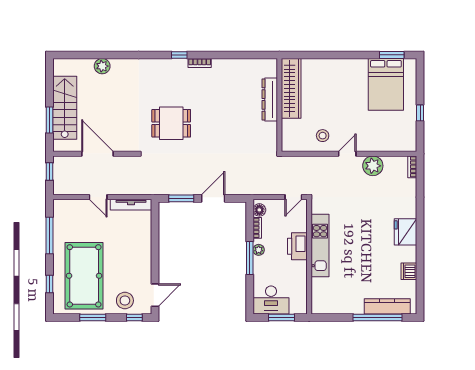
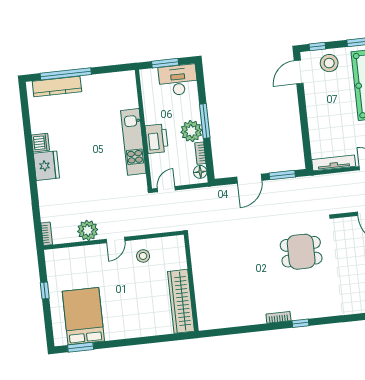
dresser: (270, 100) -> (202, 287), removed
plant: (259, 250) -> (191, 131), width x1.88, depth x1.88
dishwasher: (409, 271) -> (40, 143), moved

